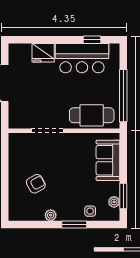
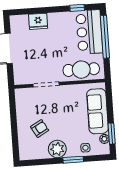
bar counter: (82, 58) -> (89, 32), moved, turned 90
window: (123, 96) -> (105, 37), moved
sofa: (108, 160) -> (97, 111), width x1.36
plant: (51, 215) -> (57, 149), width x1.88, depth x1.88

